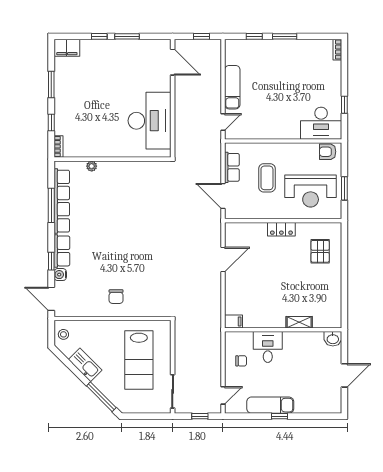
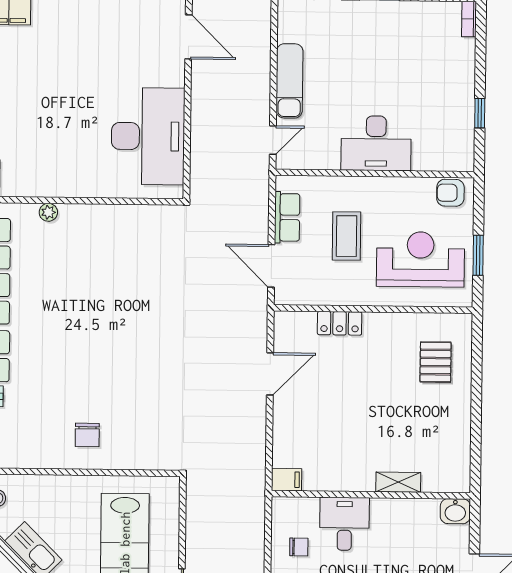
desk: (321, 123) -> (376, 143), moved
reception desk: (311, 191) -> (420, 259), turned 180
locker: (281, 229) -> (340, 323), moved

